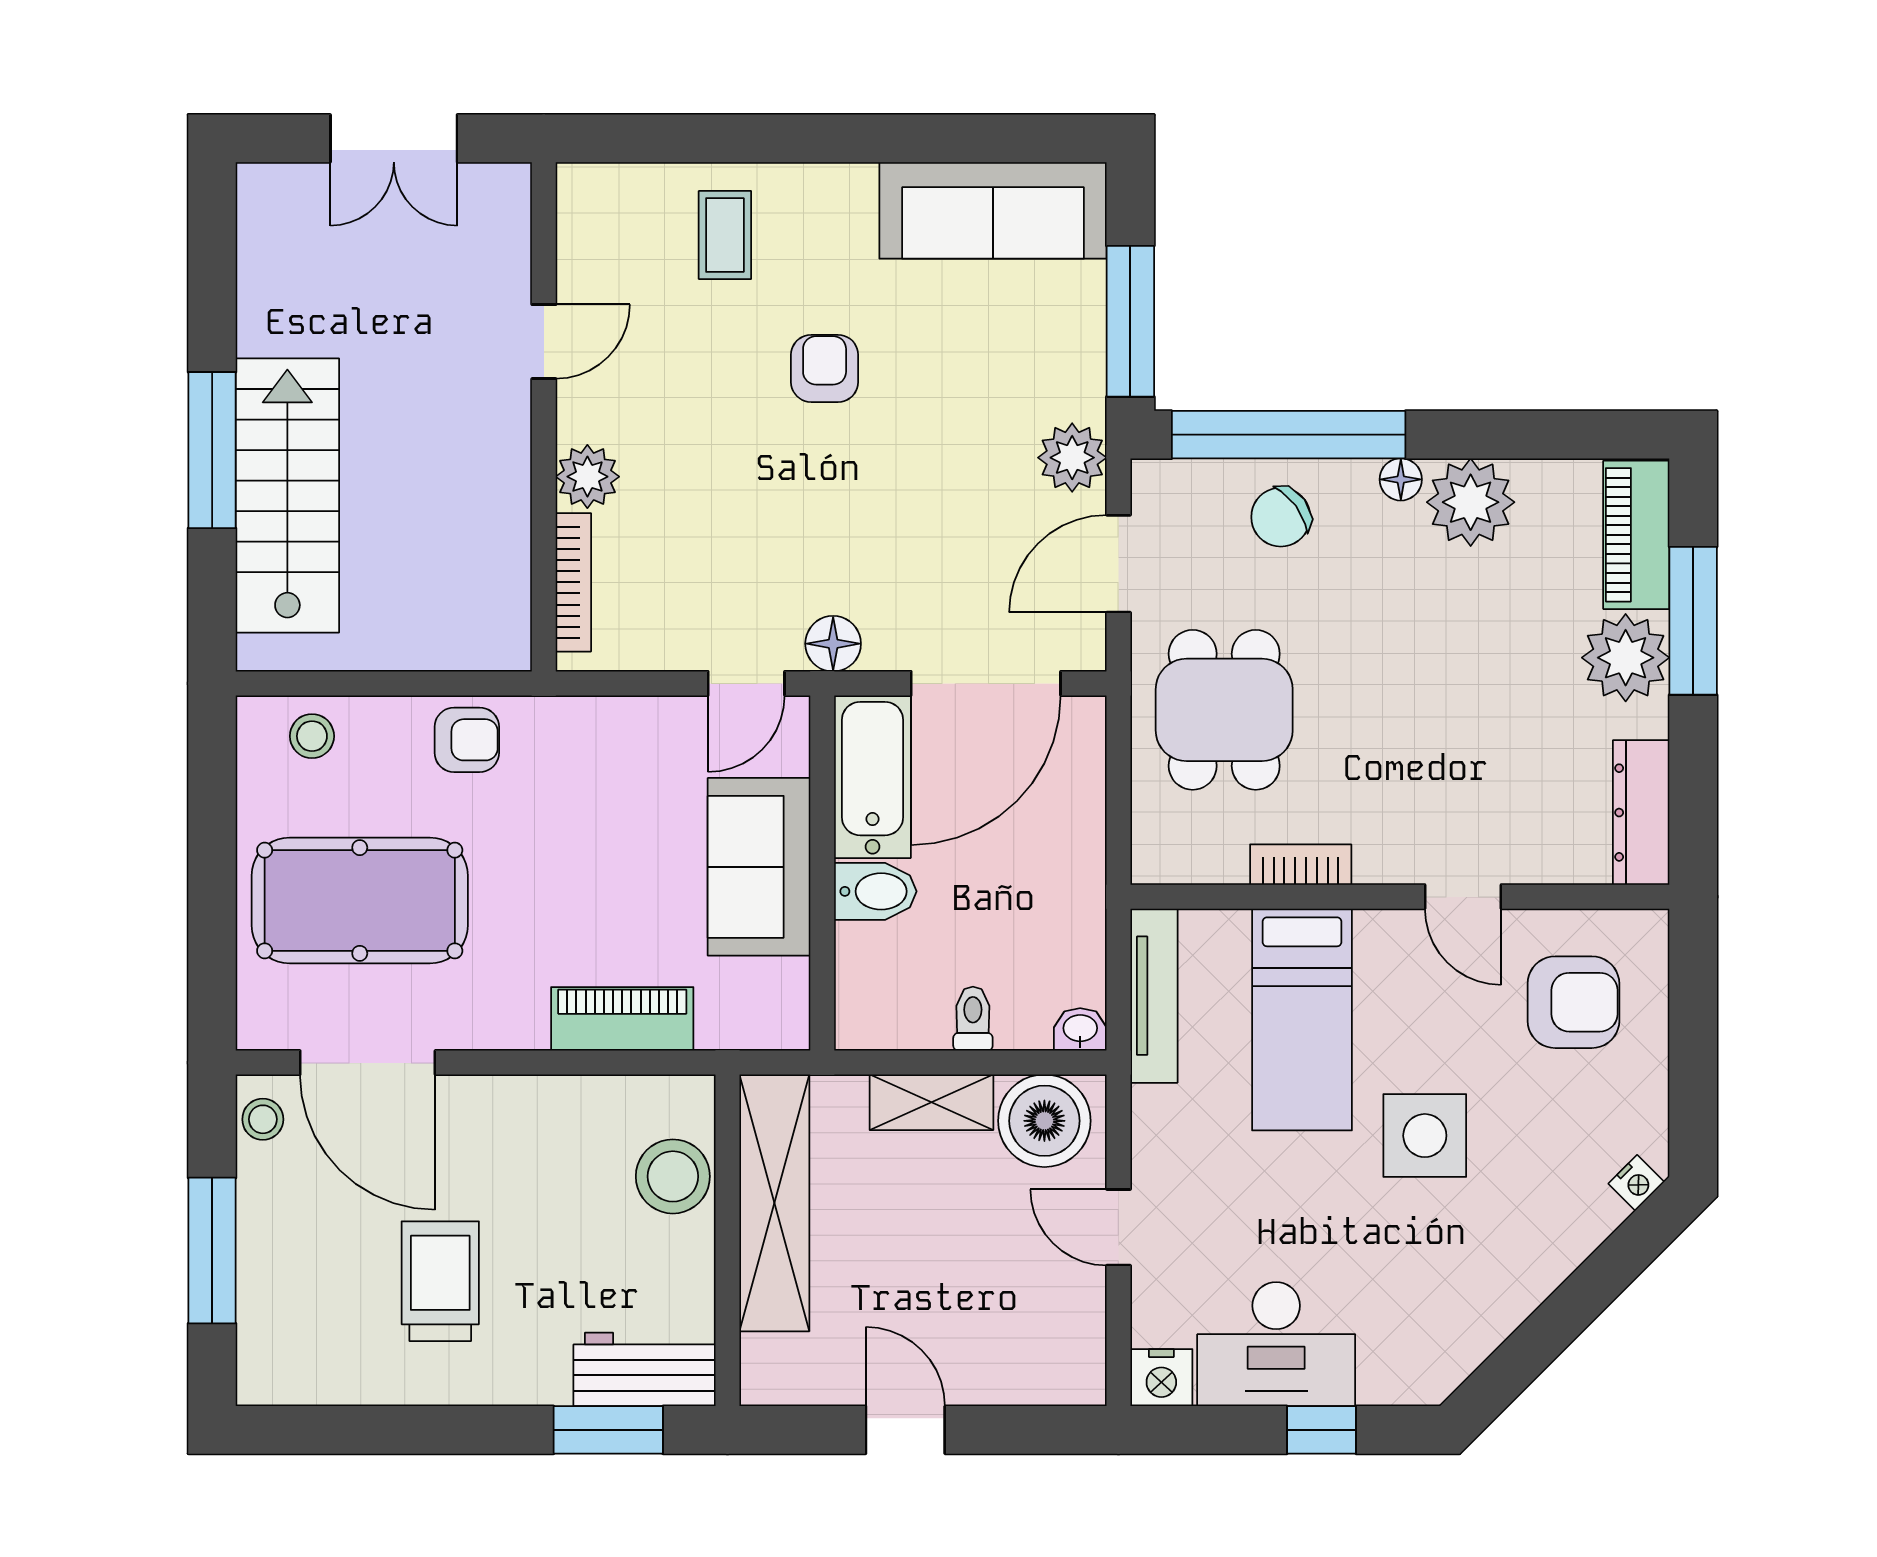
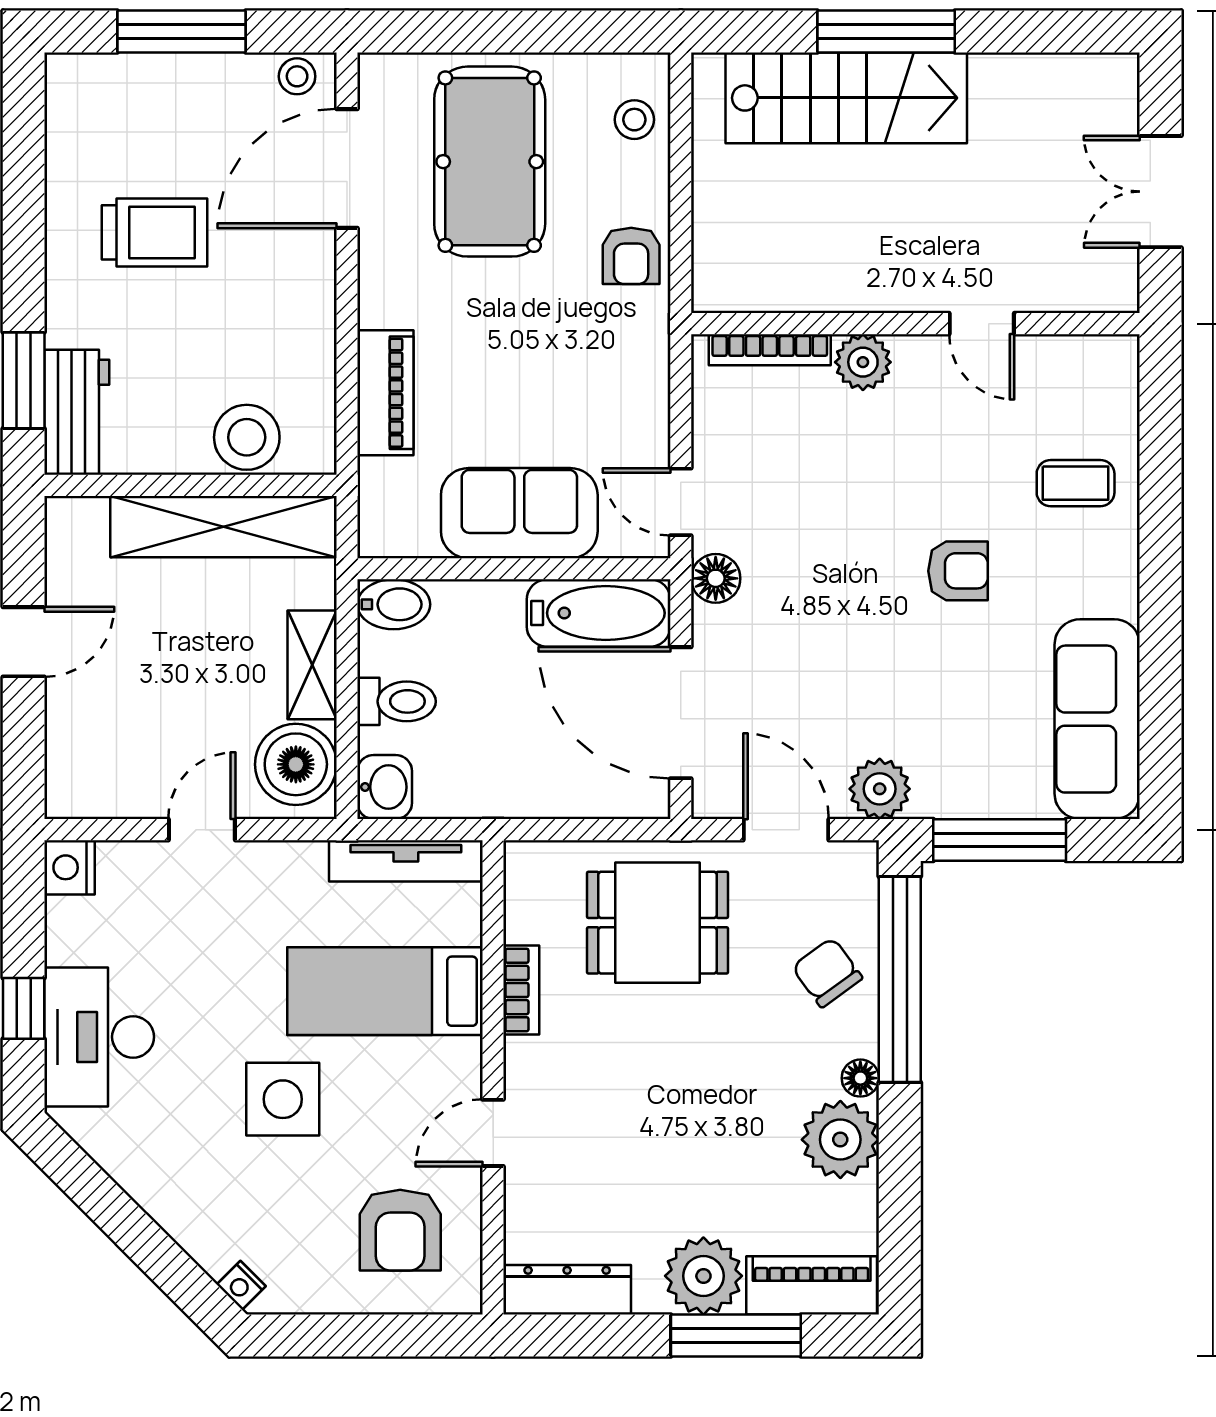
bidet: (875, 891) -> (394, 604), moved, turned -90
toilet: (973, 1019) -> (397, 701), width x1.37, depth x1.39
washbasin: (1080, 1029) -> (385, 787), width x1.38, depth x1.45
desk: (1276, 1344) -> (99, 1037), moved

